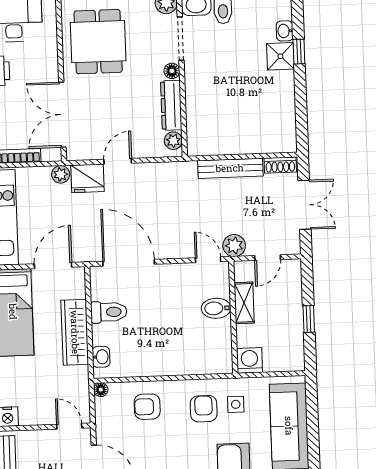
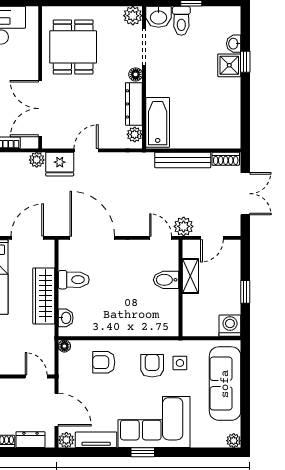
bathtub: (200, 126) -> (158, 122), added
washing machine: (250, 360) -> (230, 326), moved

